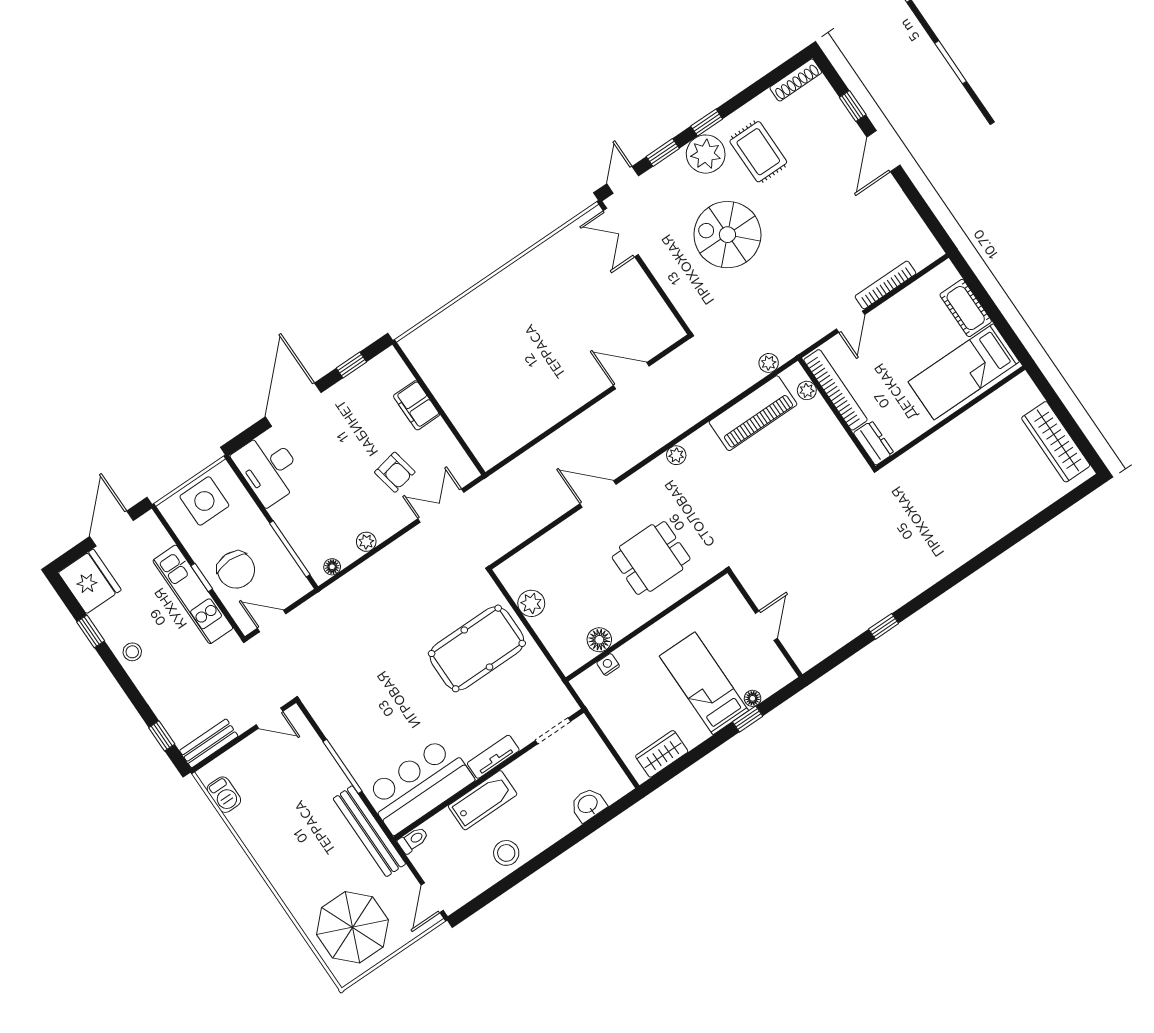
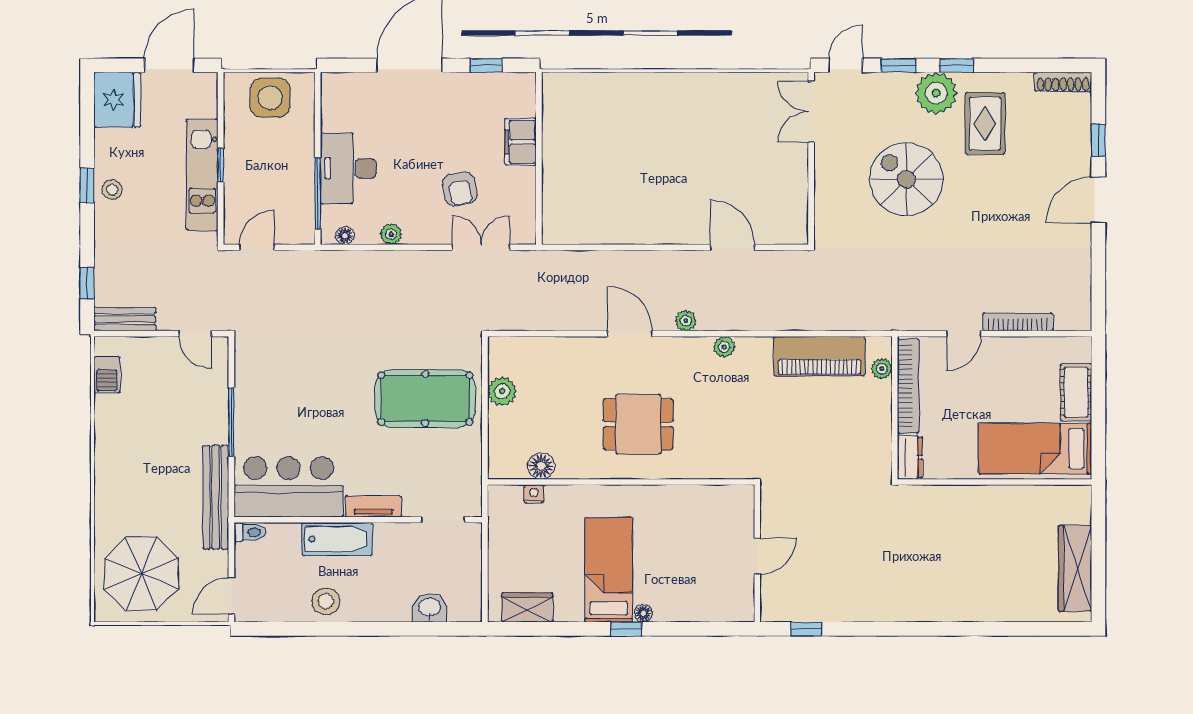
plant: (769, 363) -> (686, 321), moved
desk: (269, 468) -> (348, 168), moved
chair: (236, 570) -> (256, 179), removed
door: (272, 621) -> (257, 247), hinge flipped
wall: (765, 624) -> (757, 553), moved
door: (766, 626) -> (757, 556), moved
window: (91, 631) -> (87, 186), moved

